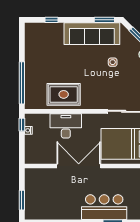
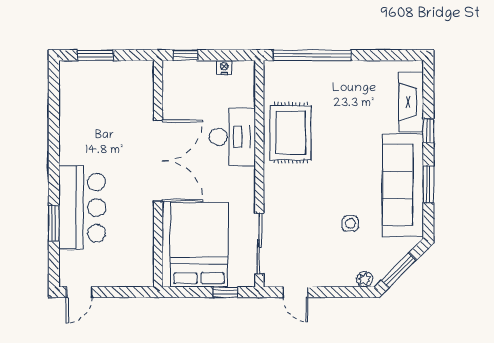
window: (51, 20) -> (428, 131), moved
window: (104, 20) -> (428, 184), moved
fireplace: (47, 29) -> (411, 102), added
window: (22, 125) -> (186, 55), moved

